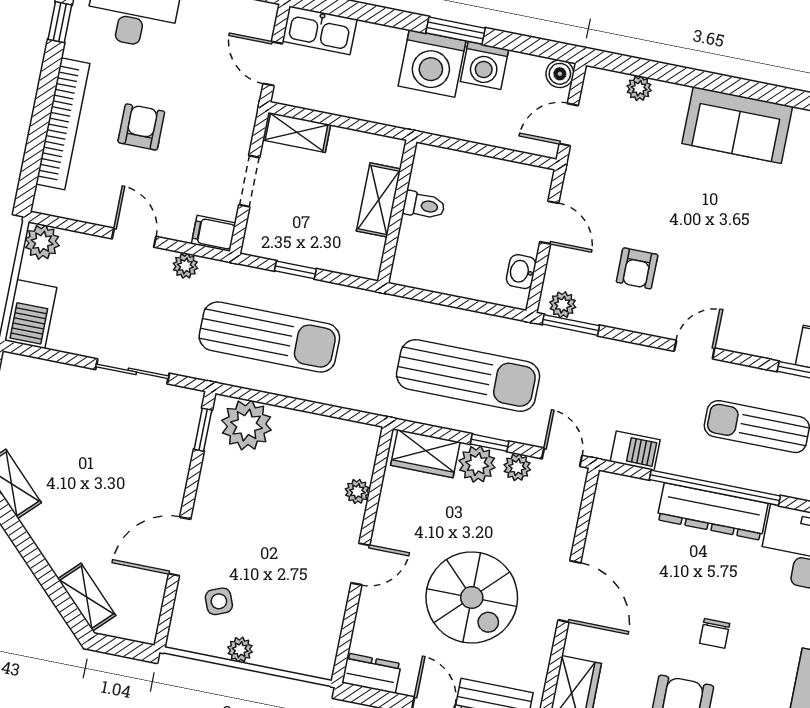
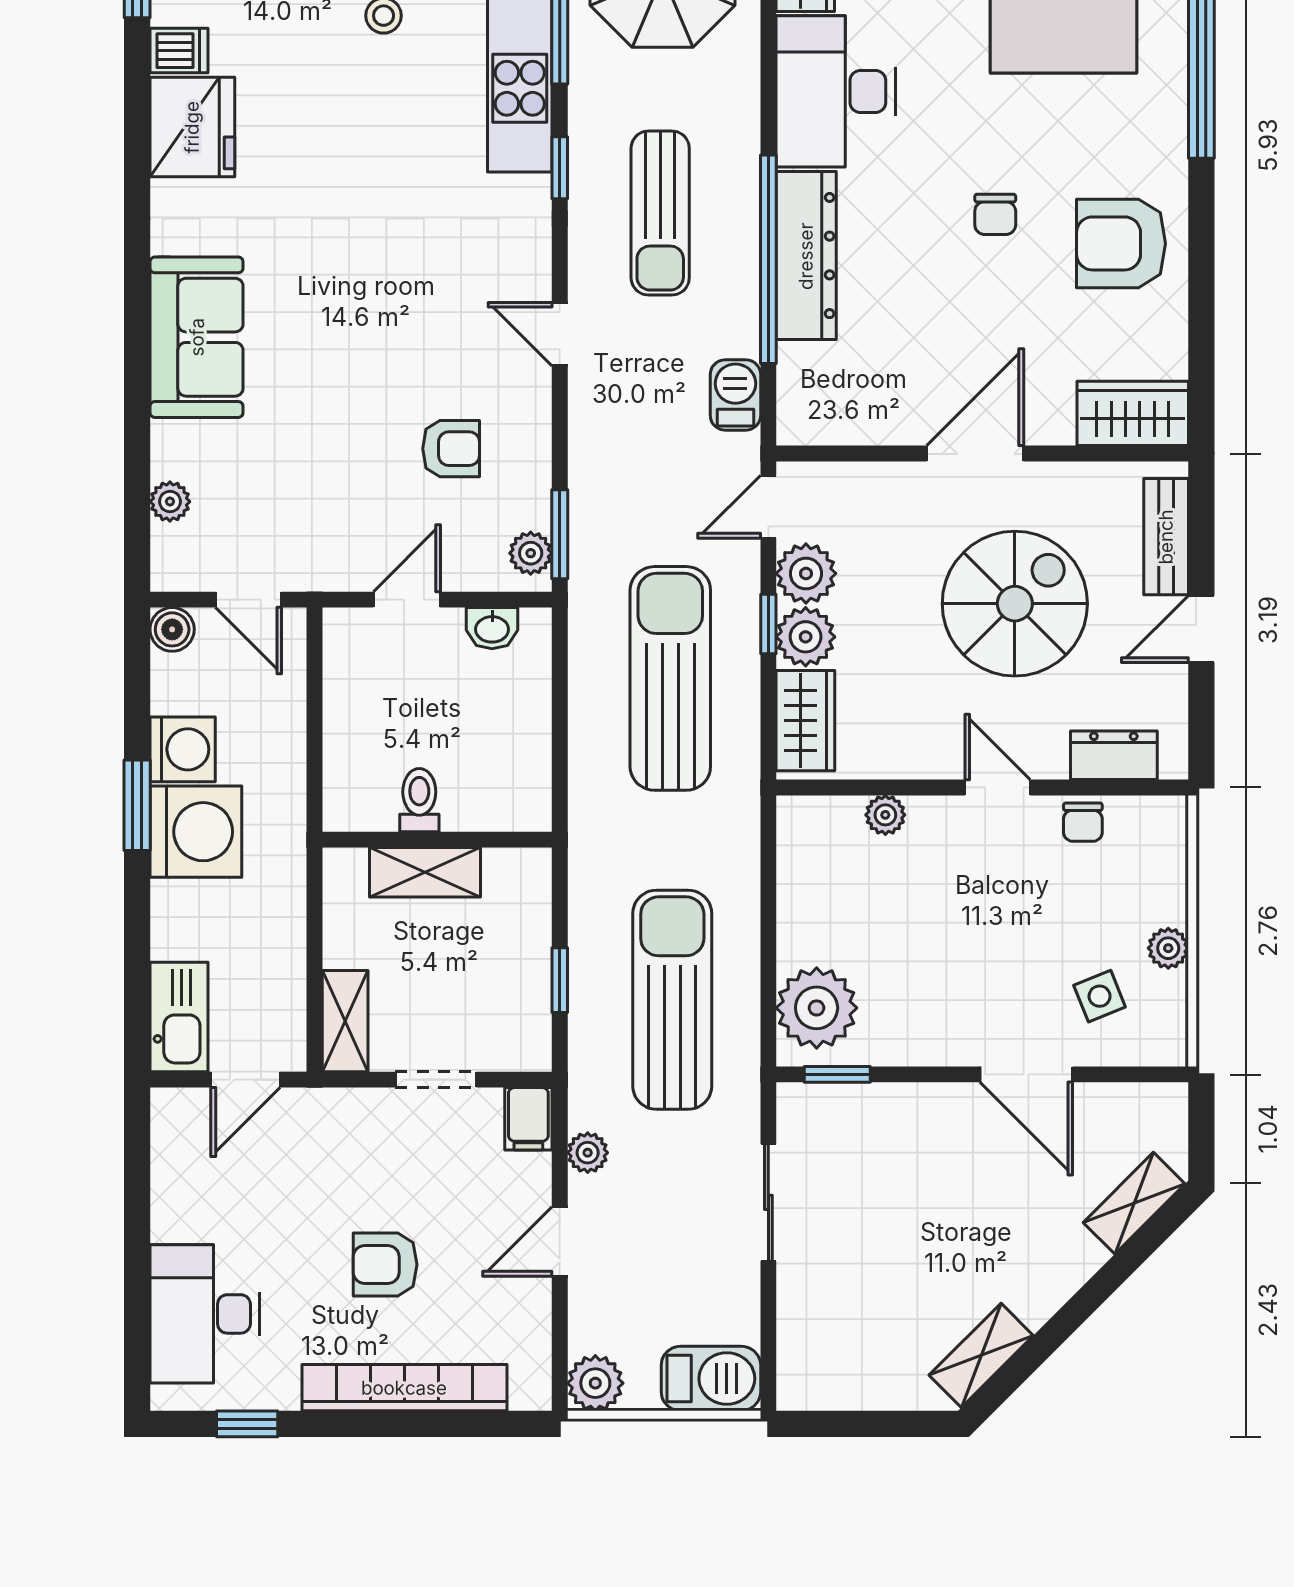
plant: (517, 467) -> (806, 573), width x1.38, depth x1.38
chair: (328, 613) -> (1083, 822), added
chair: (715, 633) -> (995, 214), turned 90
dresser: (371, 673) -> (1114, 755), moved, turned 90

